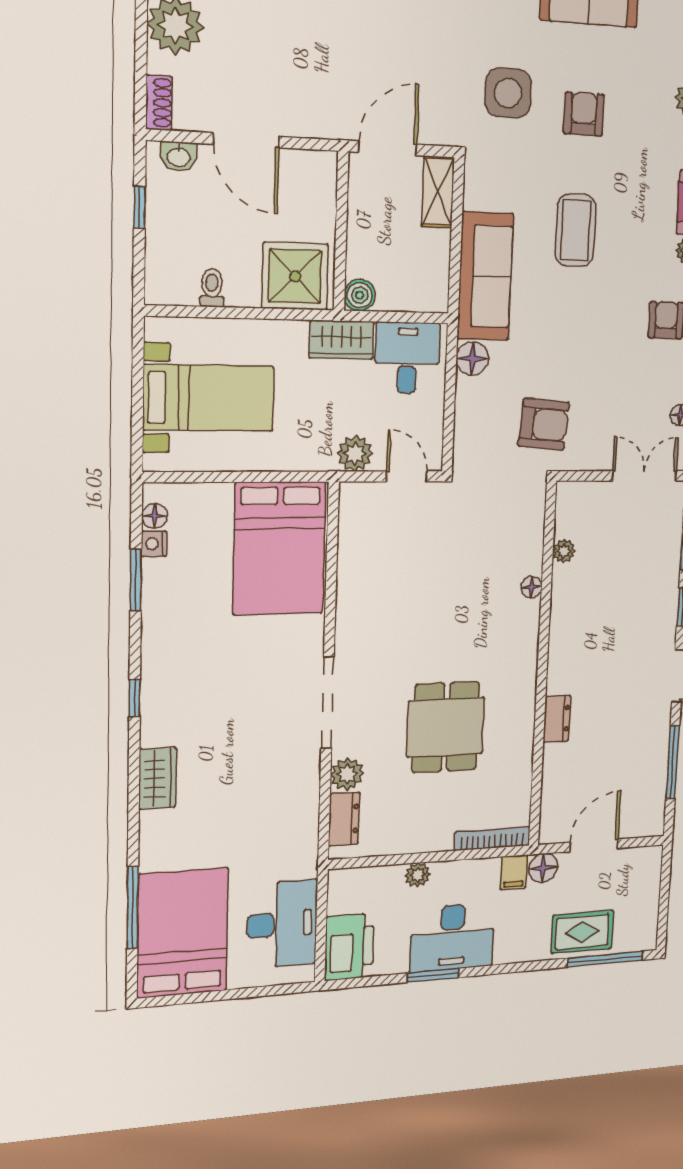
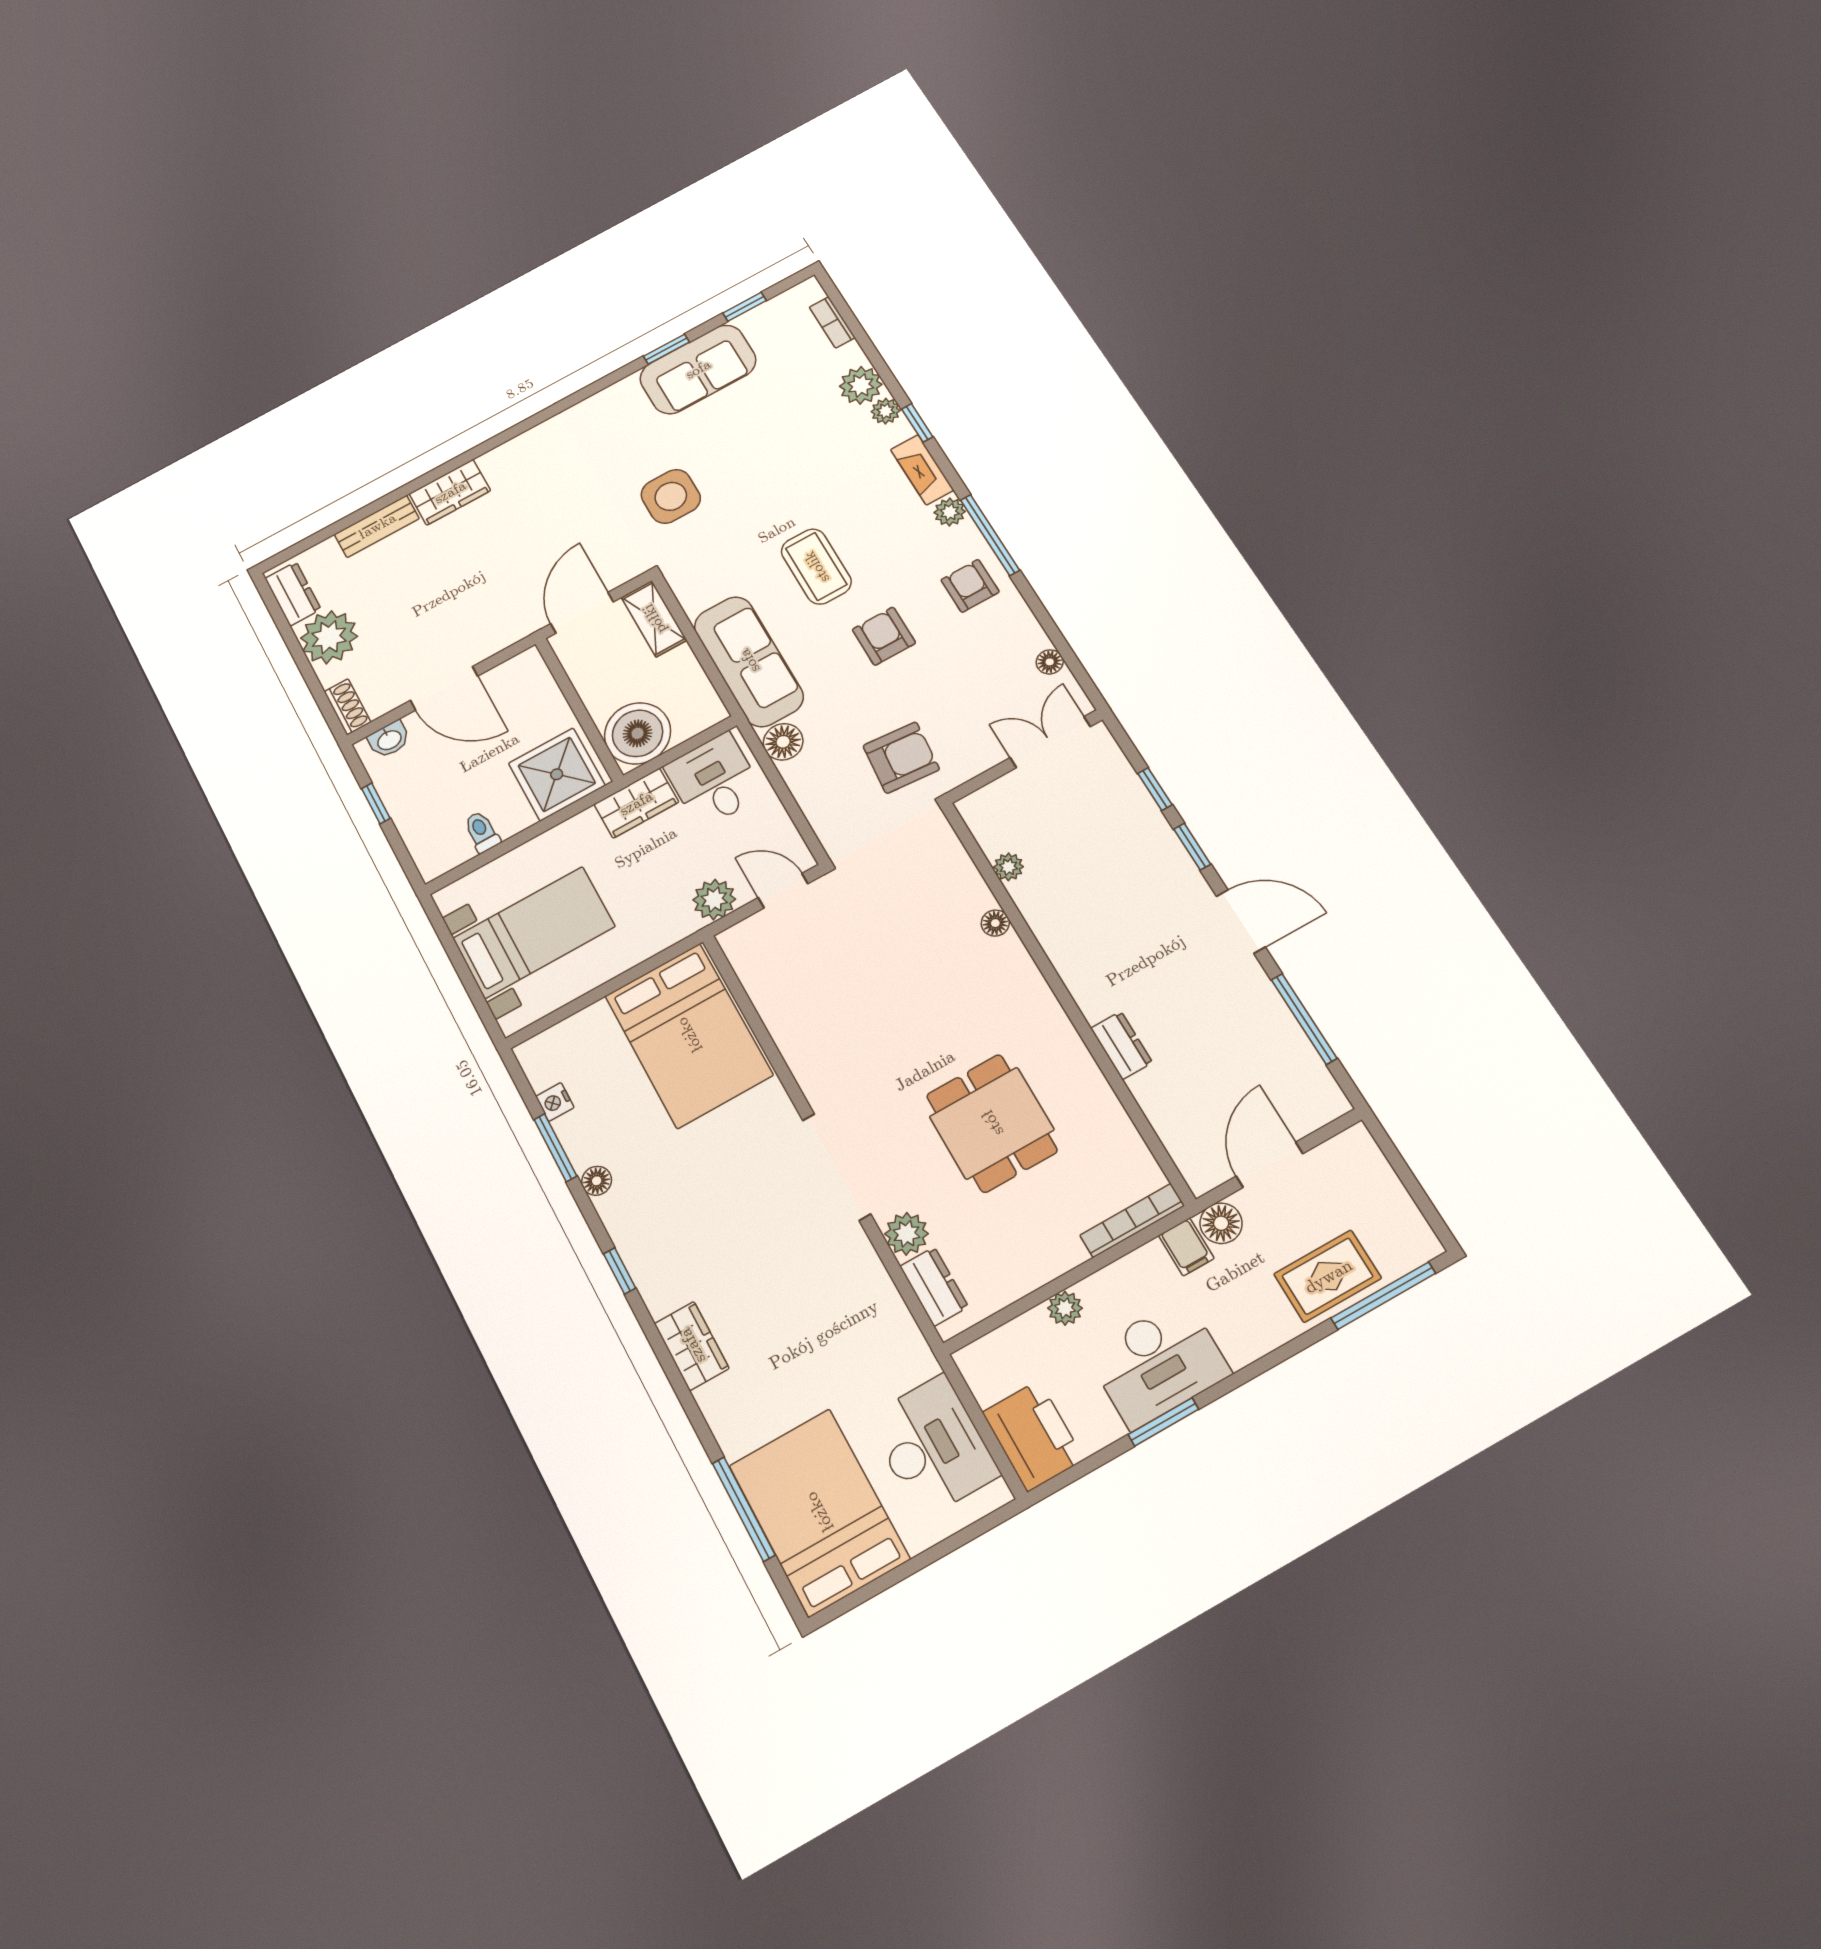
armchair: (584, 114) -> (884, 636), moved
boiler: (360, 295) -> (638, 733), width x1.86, depth x1.86
floor lamp: (155, 516) -> (597, 1181), moved

